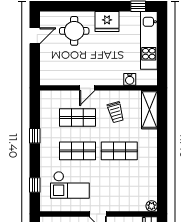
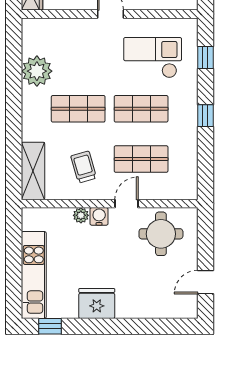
round table: (74, 31) -> (161, 234), moved
water cooler: (130, 79) -> (99, 216), moved
plant: (118, 80) -> (81, 215), added
window: (35, 136) -> (205, 116), moved
plant: (152, 206) -> (37, 71), moved, width x1.87, depth x1.87

